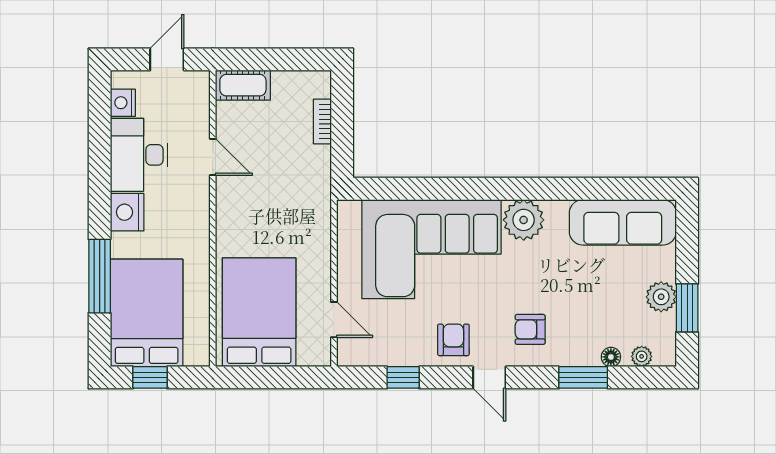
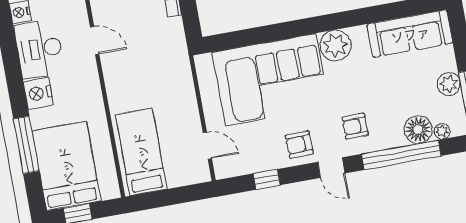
bed: (259, 312) -> (141, 152), width x0.67
armchair: (453, 340) -> (299, 144), turned -92
floor lamp: (611, 357) -> (418, 129), width x1.89, depth x1.89
window: (583, 377) -> (401, 155), width x2.11

